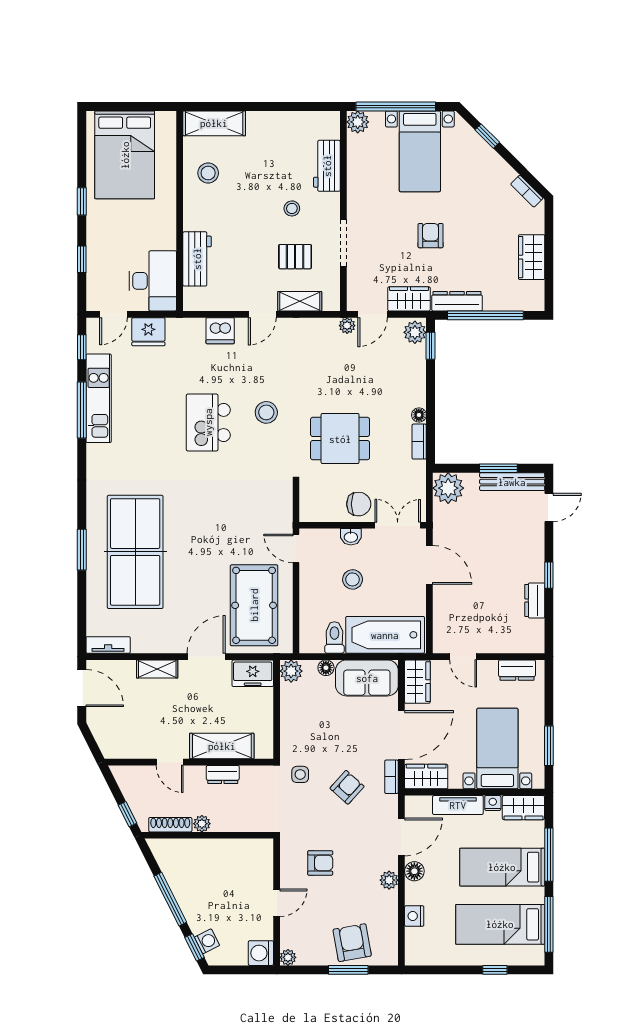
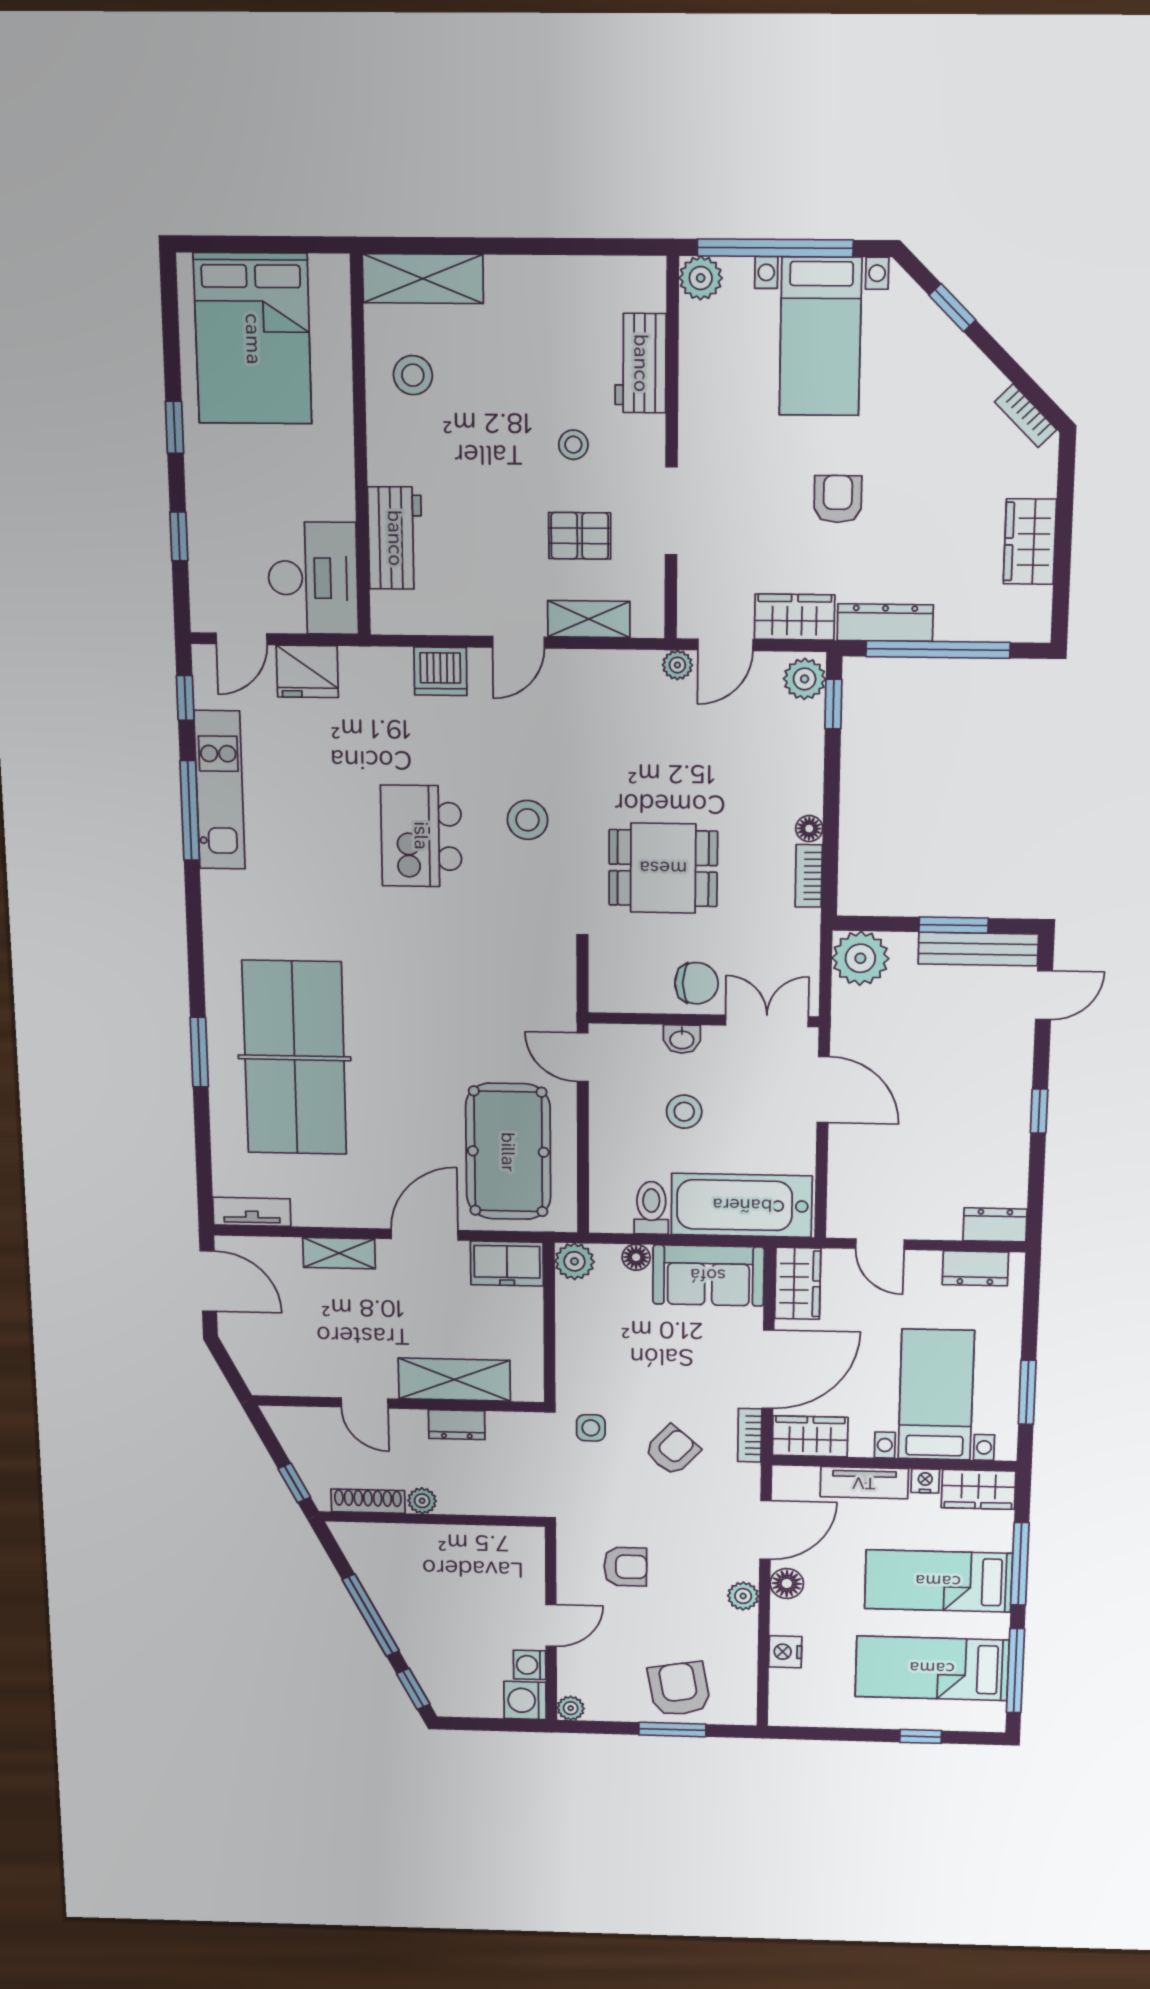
dresser: (535, 600) -> (995, 1225), moved, turned 90
washing machine: (207, 941) -> (530, 1665), moved, turned -153

